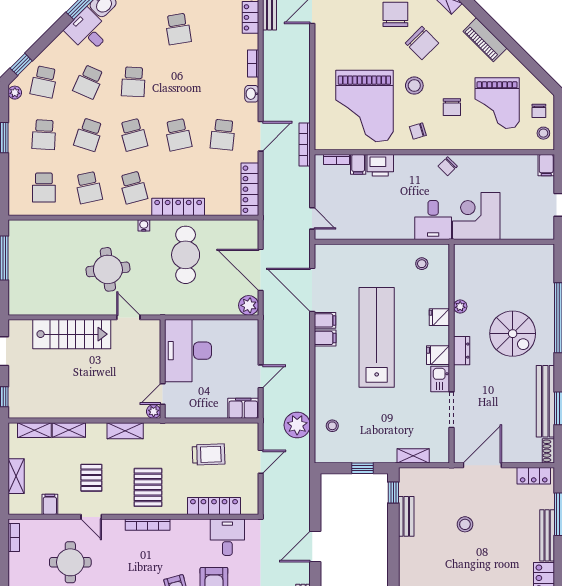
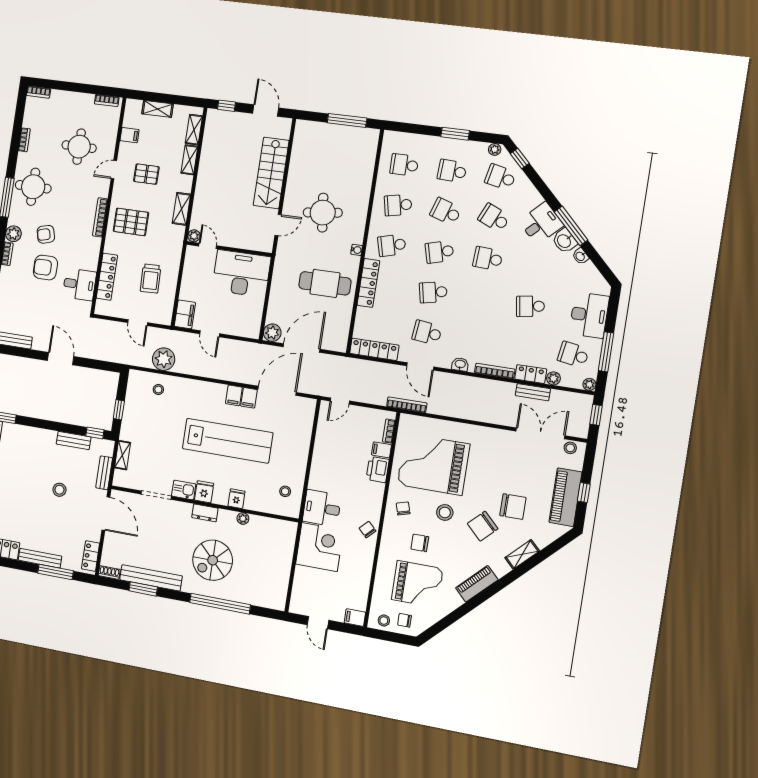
bookcase: (253, 63) -> (495, 371), width x1.56
grand piano: (497, 103) -> (417, 584), turned 180
bench: (437, 474) -> (104, 473), added

